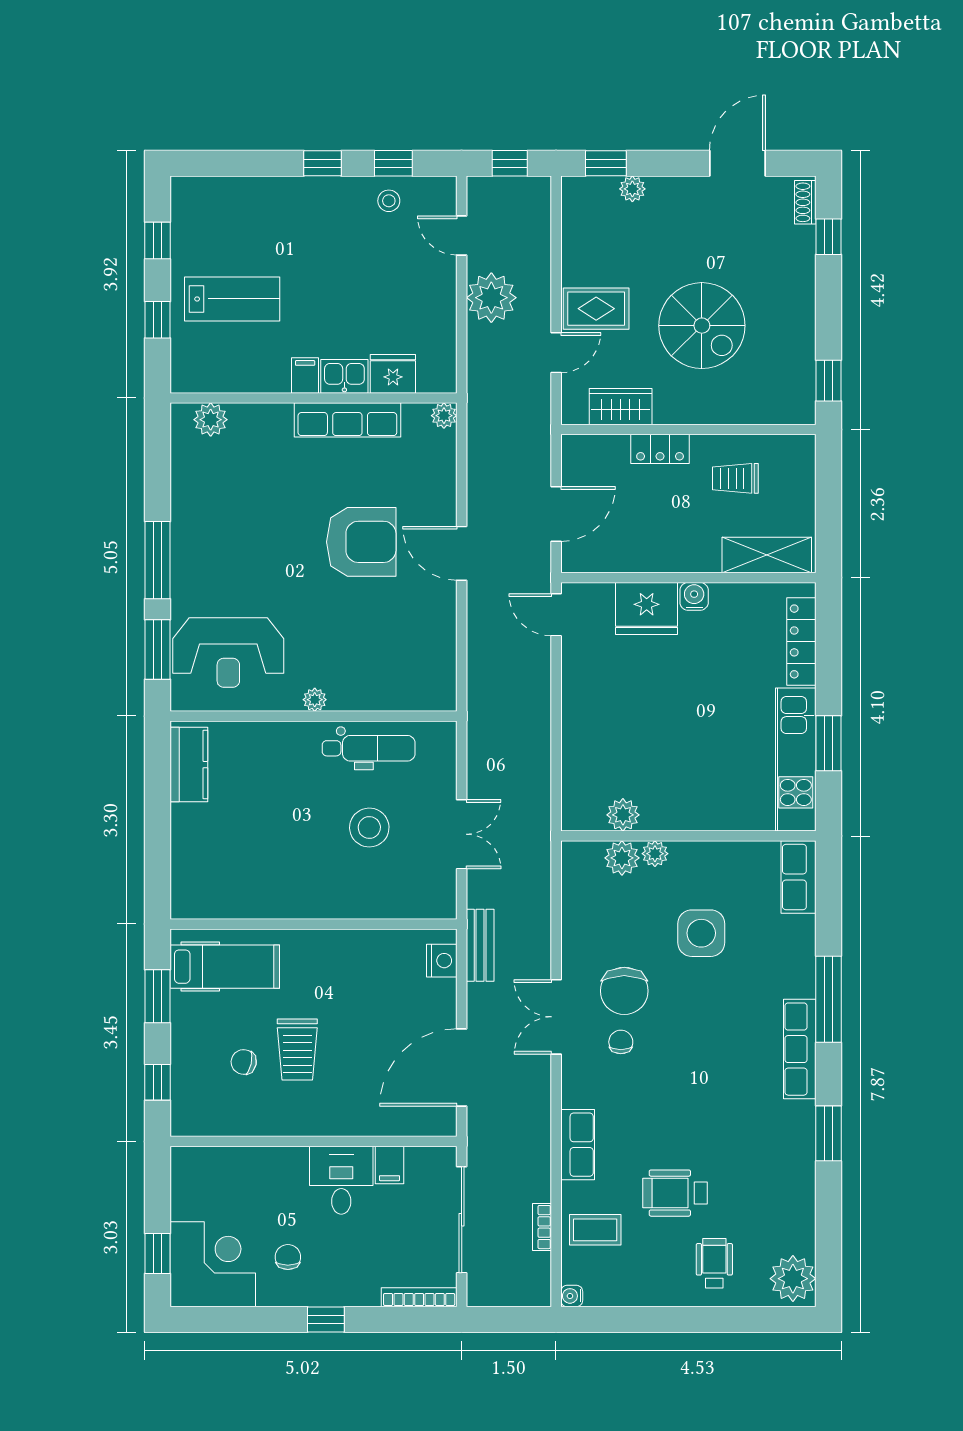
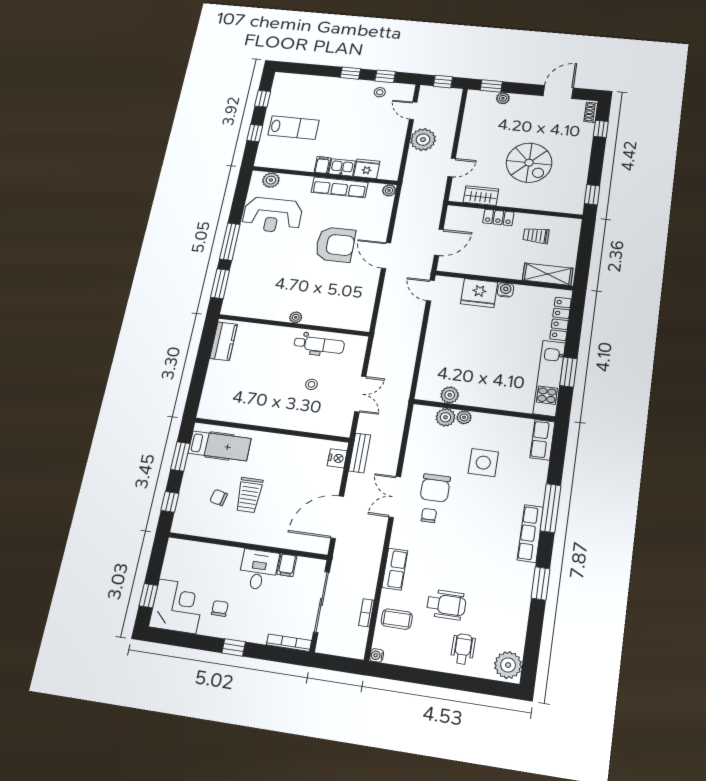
rug: (596, 309) -> (476, 150), removed
reception desk: (228, 653) -> (272, 215), moved
stool: (369, 828) -> (312, 384), width x0.53, depth x0.53
wheelchair: (675, 1193) -> (446, 605), turned 180

